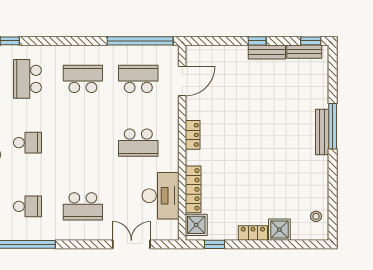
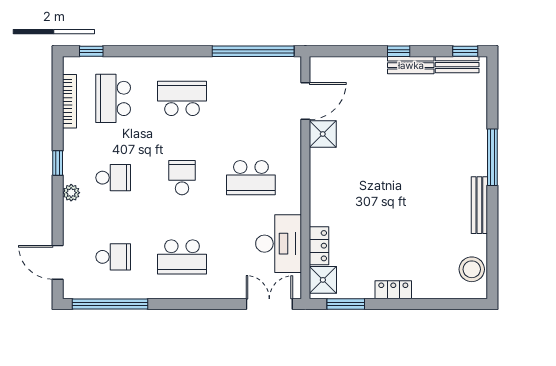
school desk: (138, 79) -> (182, 178), moved, width x0.54
bench: (322, 132) -> (479, 205), moved
locker: (193, 135) -> (318, 168), removed
locker: (193, 189) -> (319, 246), width x0.66
stool: (316, 216) -> (472, 269), width x1.89, depth x1.89
shower: (279, 230) -> (323, 134), moved
double door: (131, 244) -> (269, 304), moved
window: (215, 244) -> (346, 304), width x1.50

